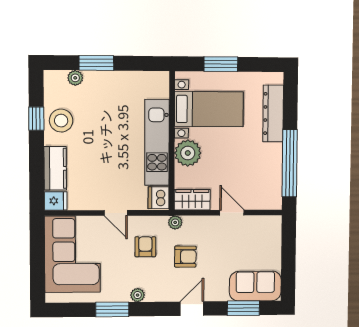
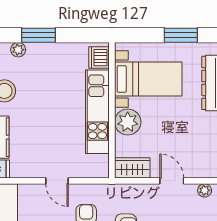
window: (221, 64) -> (181, 35), moved
dishwasher: (159, 198) -> (99, 58), moved
plant: (175, 222) -> (205, 190), moved

